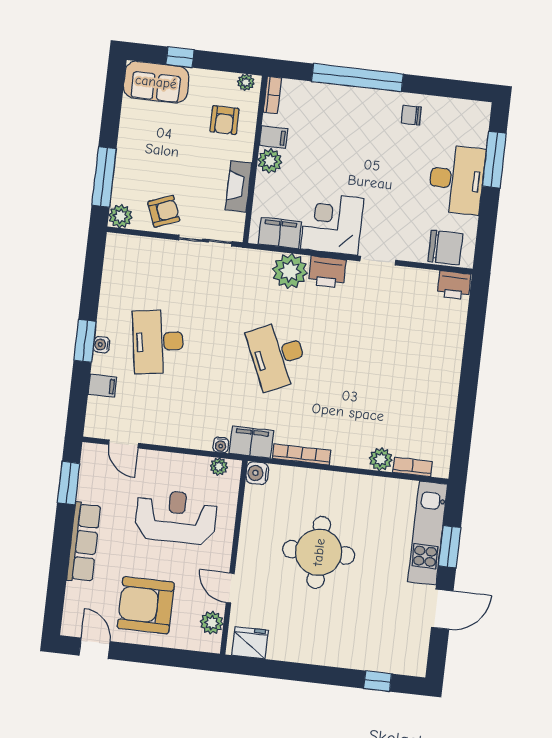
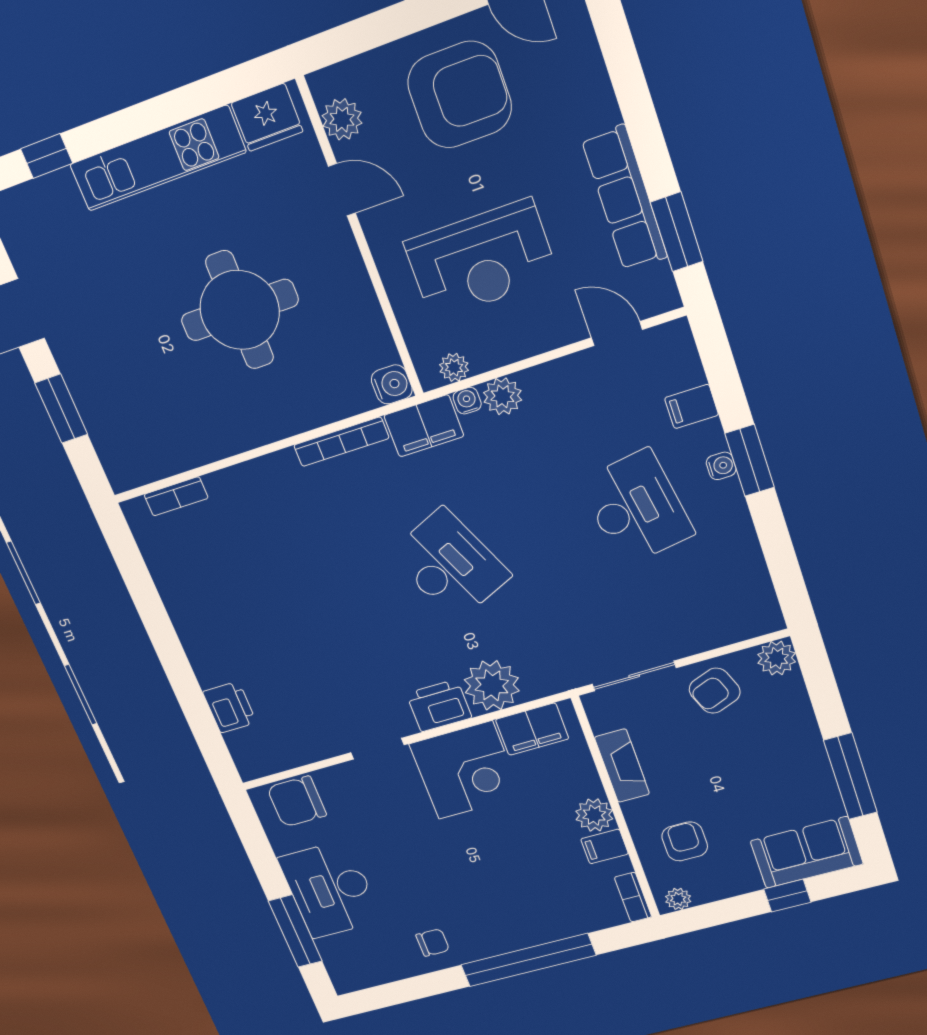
window: (104, 177) -> (850, 776), moved
printer: (454, 285) -> (230, 707), moved, turned 90
plant: (381, 459) -> (503, 396), moved
kitchen unit: (428, 533) -> (158, 158), moved, turned 90
row of seats: (84, 542) -> (625, 198), moved

